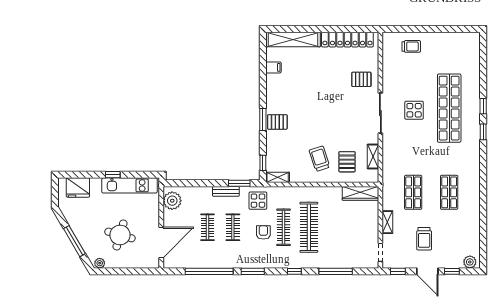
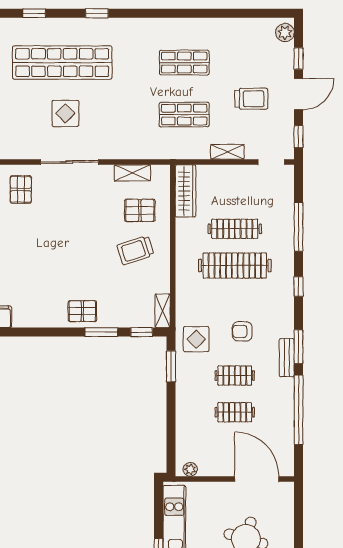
window: (483, 106) -> (34, 13), moved
window: (263, 119) -> (101, 332), moved
pallet: (277, 122) -> (82, 311), turned 90
bench: (226, 191) -> (287, 358), moved
plant: (172, 201) -> (190, 469), width x0.53, depth x0.53
clothes rail: (284, 227) -> (235, 229), moved

